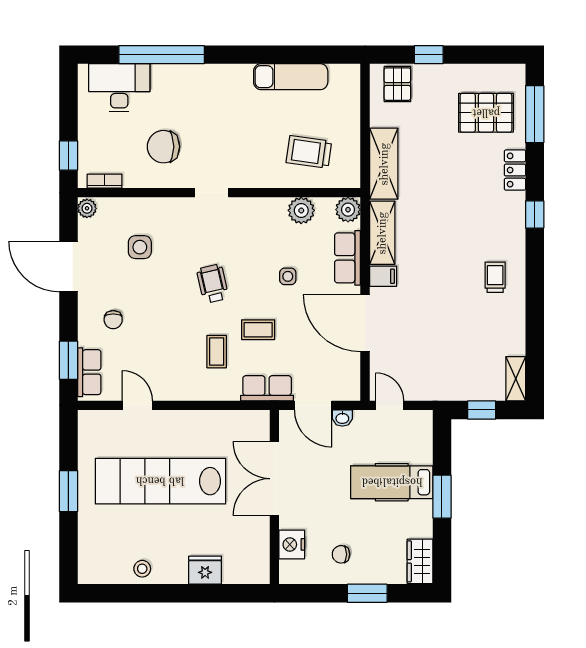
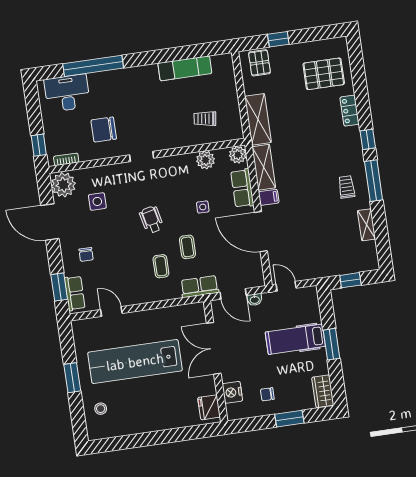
window: (535, 114) -> (374, 181), moved
trolley: (309, 152) -> (205, 119), width x0.73, depth x0.72
plant: (87, 208) -> (63, 185), width x1.88, depth x1.88
coffee table: (258, 330) -> (187, 247), turned 90
shelving: (516, 379) -> (367, 225), moved
stool: (142, 569) -> (101, 409), moved
fridge: (205, 570) -> (209, 407), moved, turned -90

